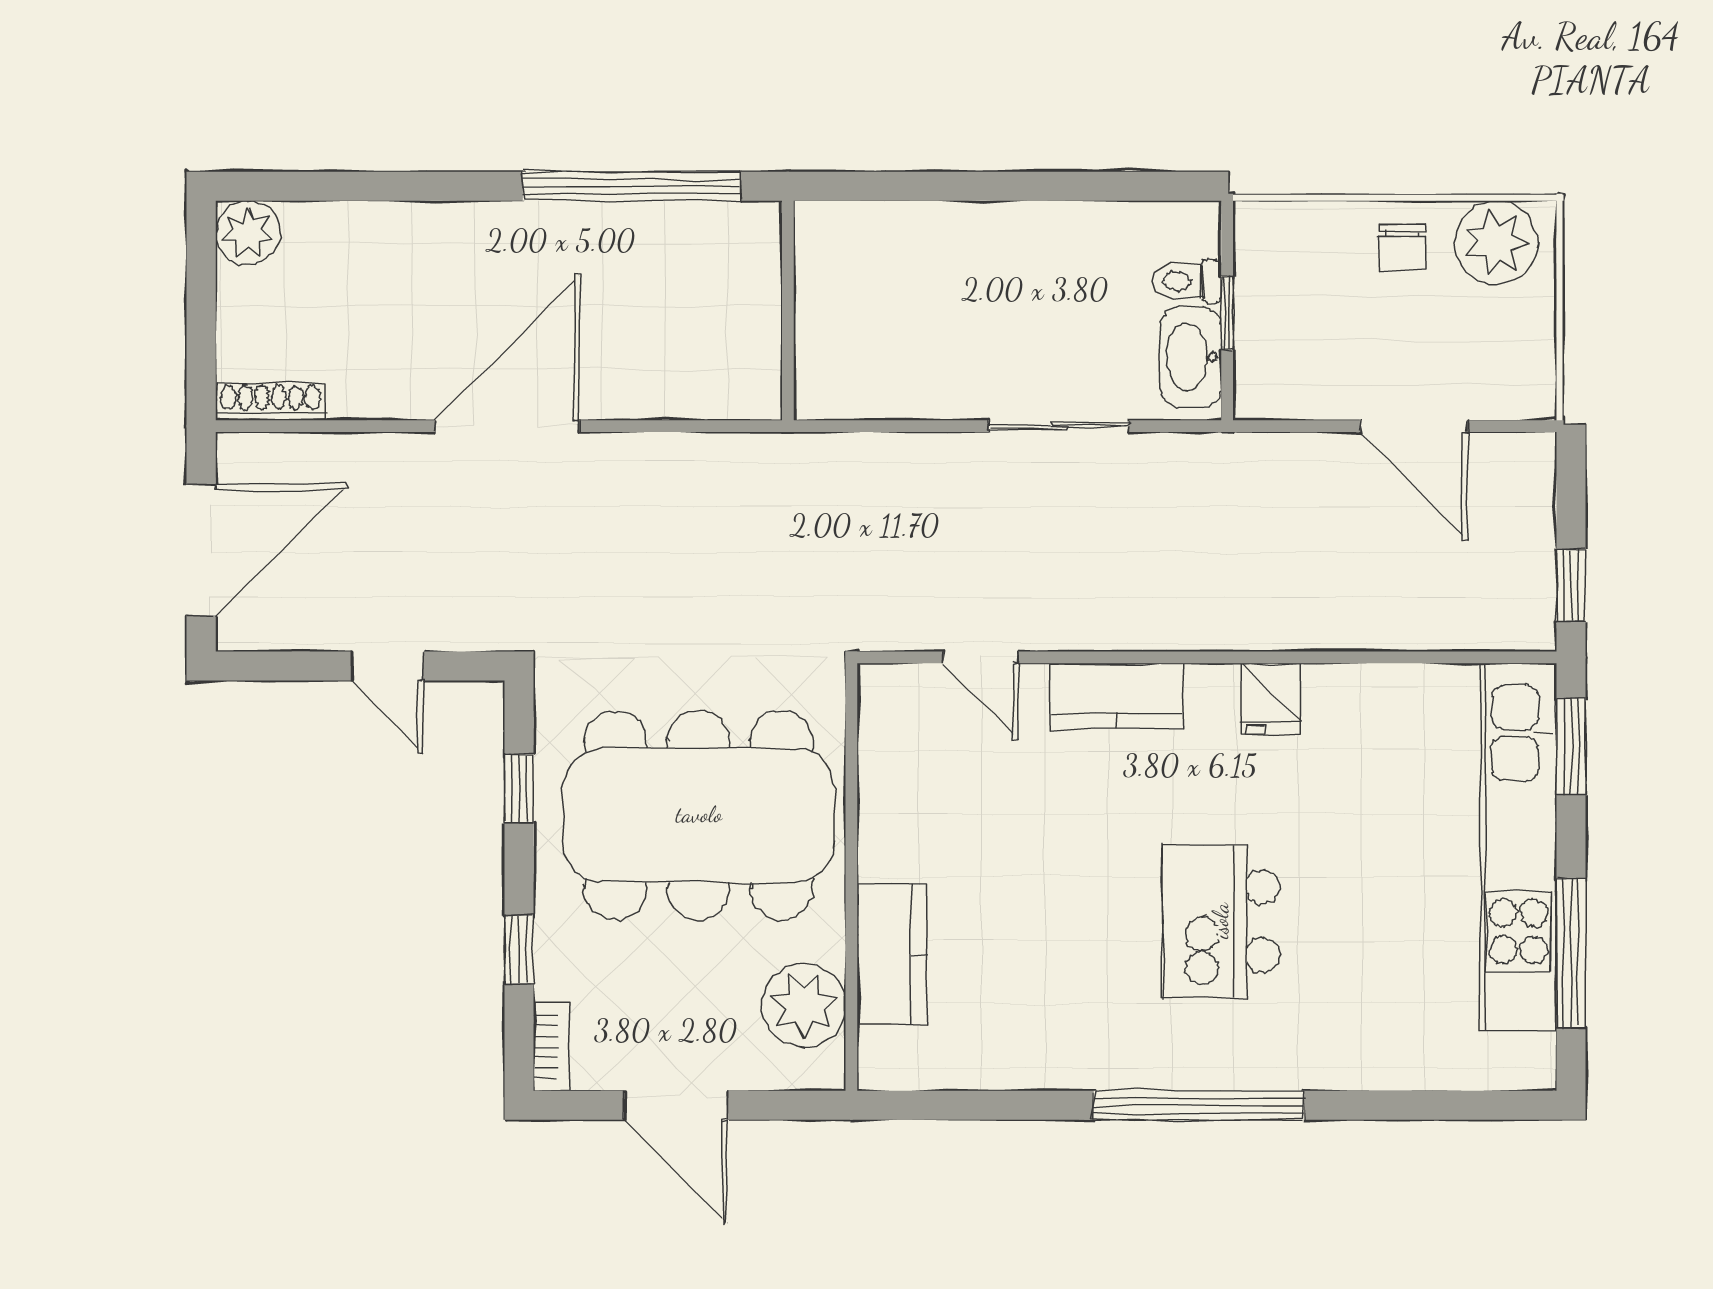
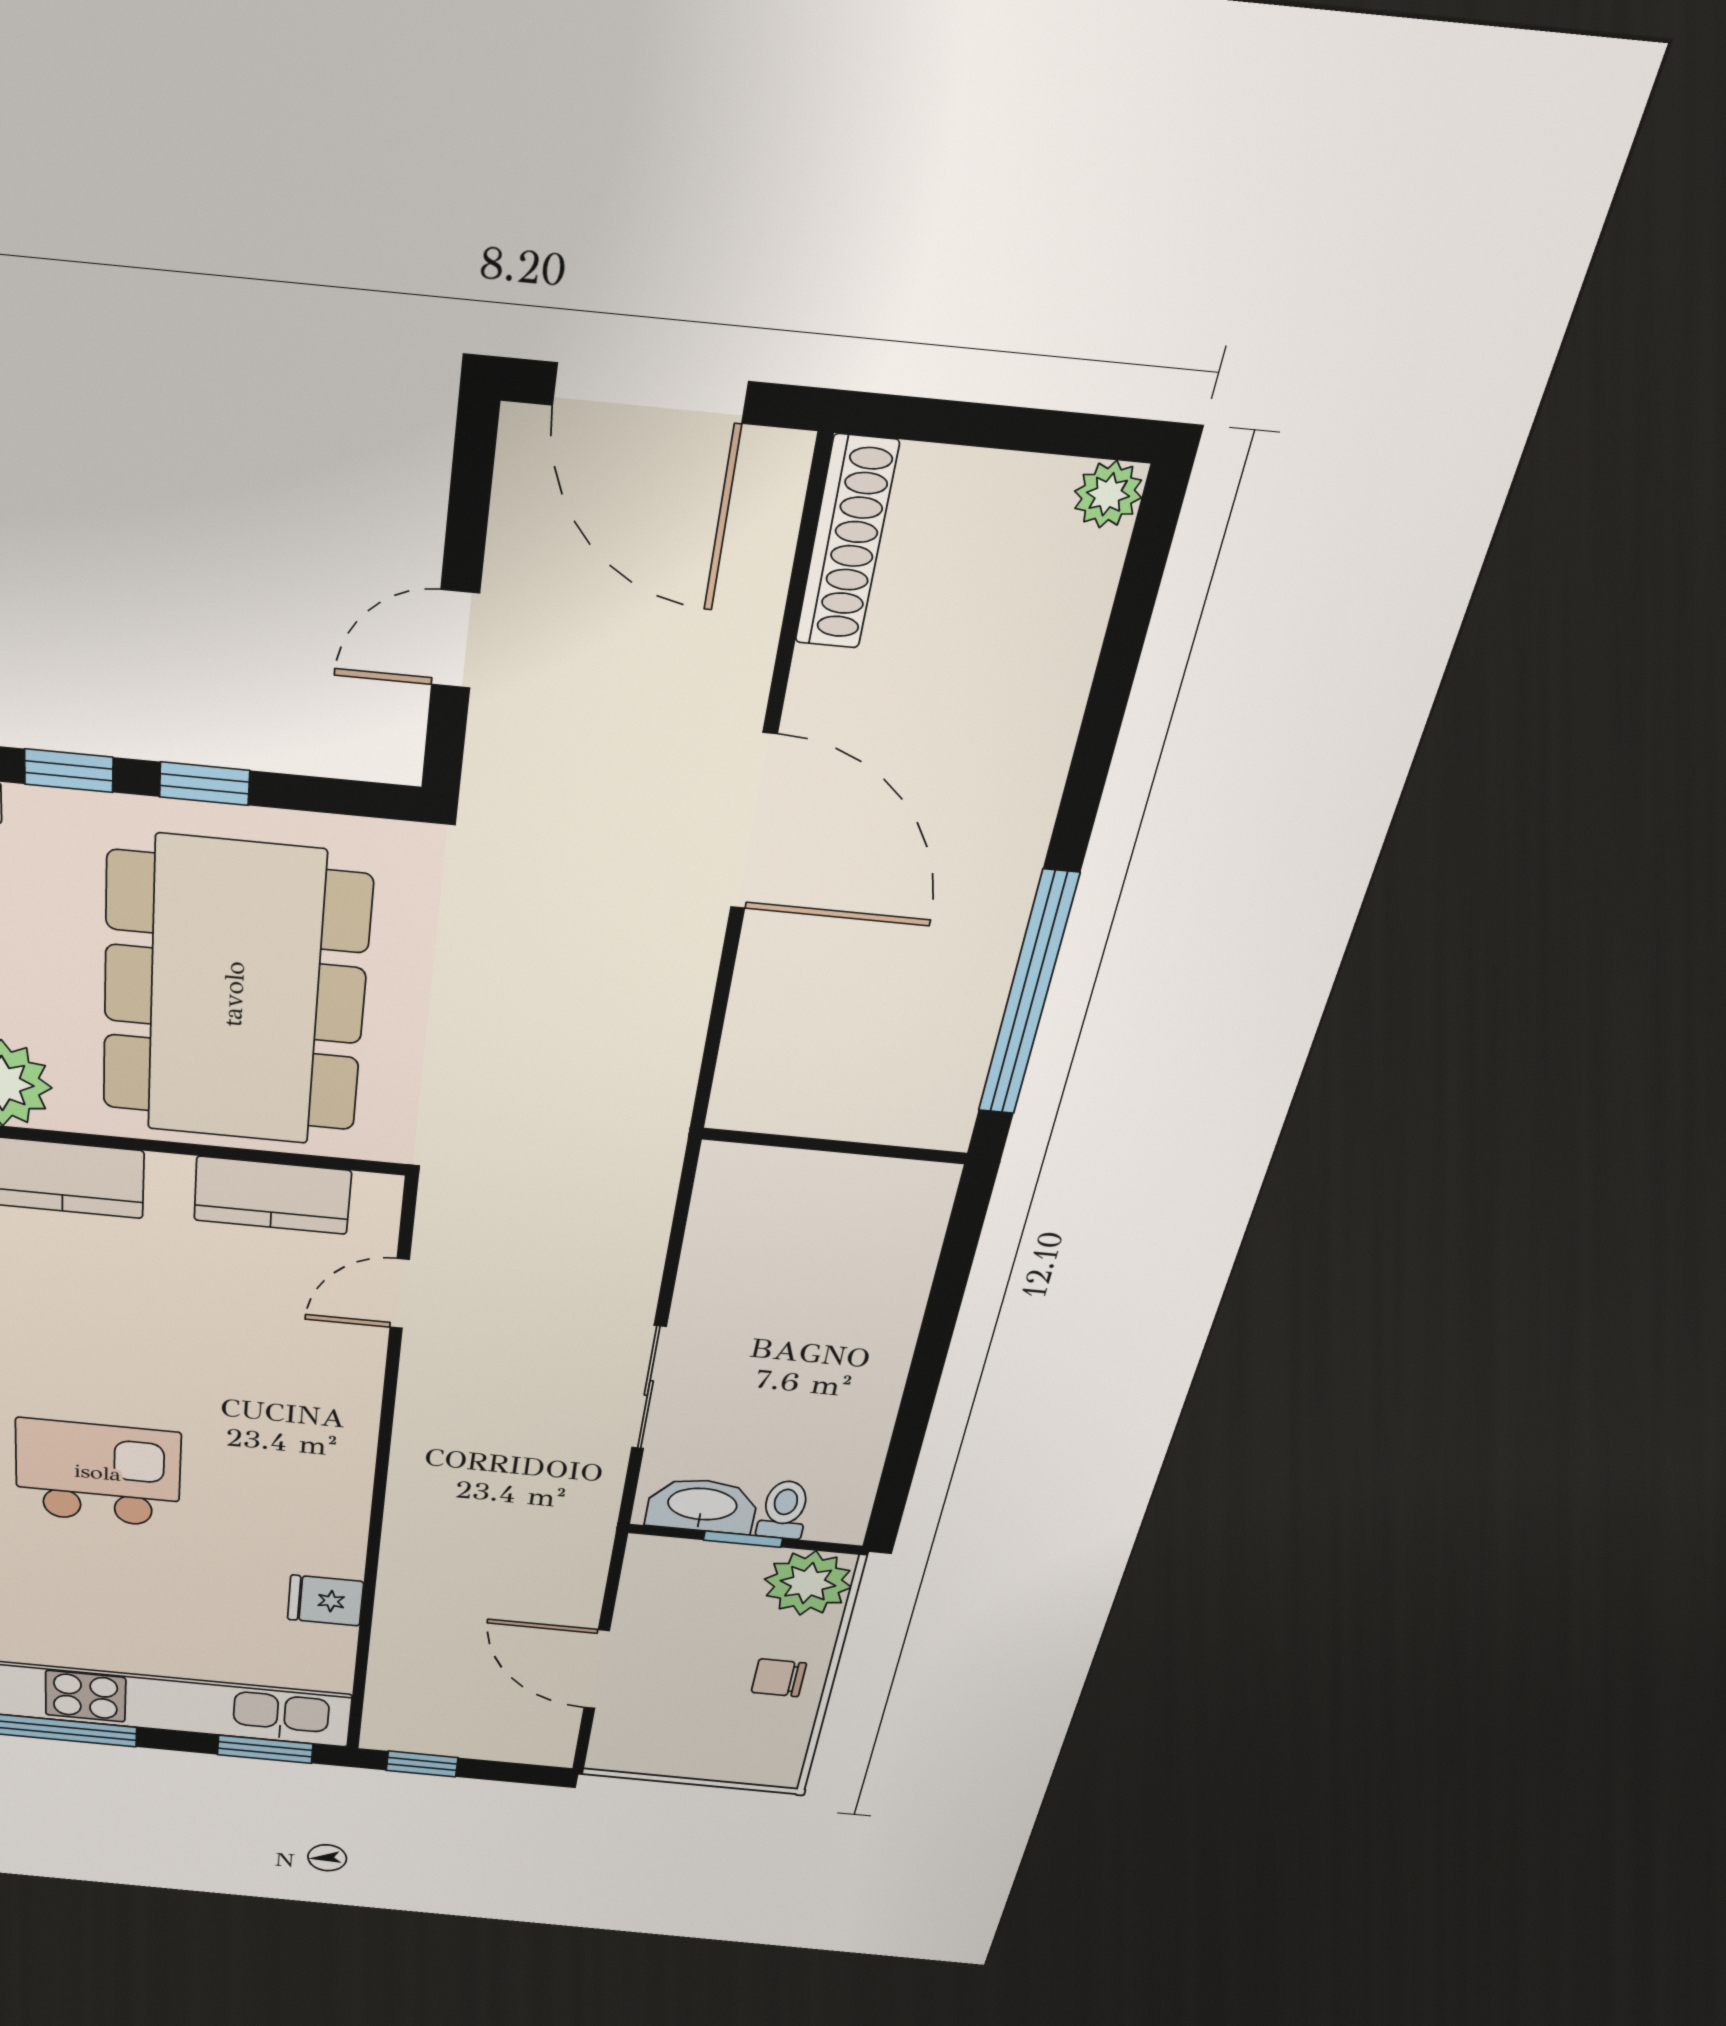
plant: (248, 233) -> (1108, 494), width x0.73, depth x0.73
plant: (1496, 242) -> (808, 1583), moved
shoe rack: (270, 402) -> (846, 543), width x1.36, depth x1.24
door: (1414, 426) -> (597, 1669), hinge flipped
kitchen counter: (1116, 696) -> (272, 1195), moved, turned -90
fridge: (1271, 698) -> (325, 1601), moved
window: (519, 788) -> (204, 784), moved

